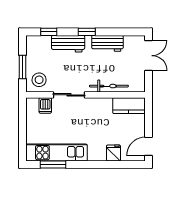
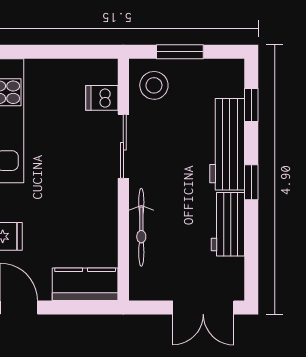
workbench: (68, 44) -> (227, 144), width x1.38
kitchen counter: (129, 106) -> (85, 284), moved, turned 90

